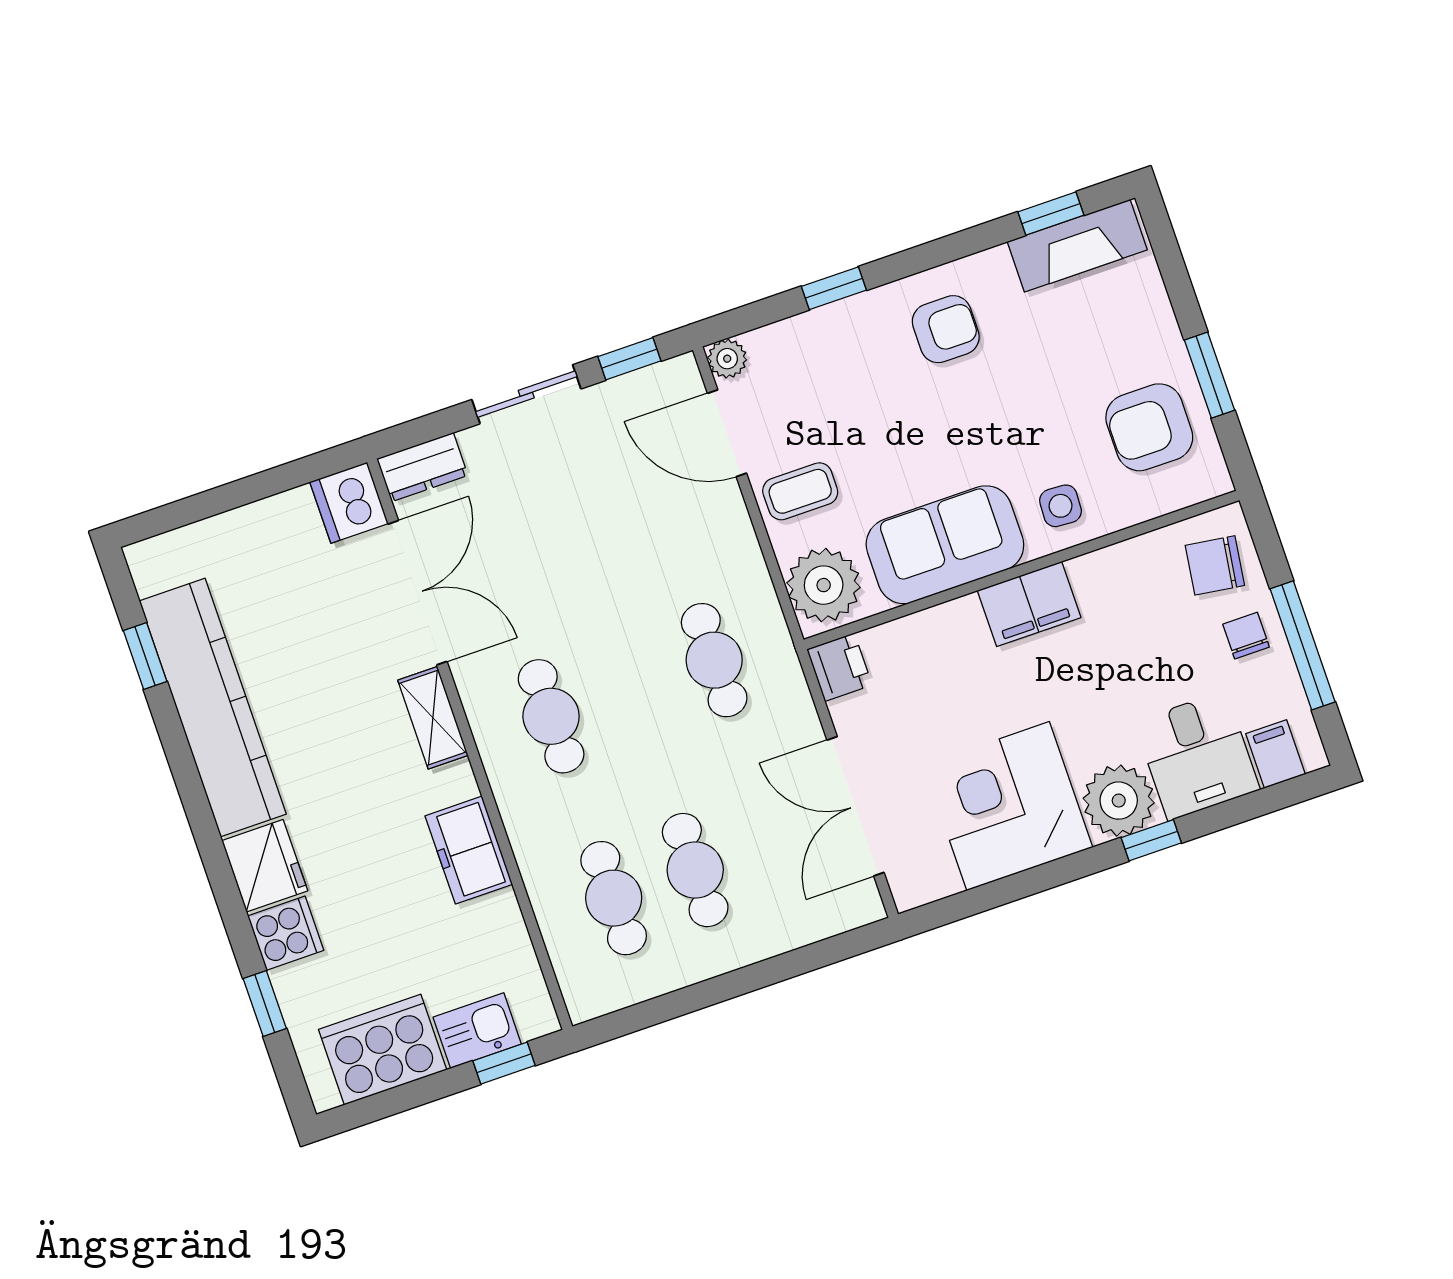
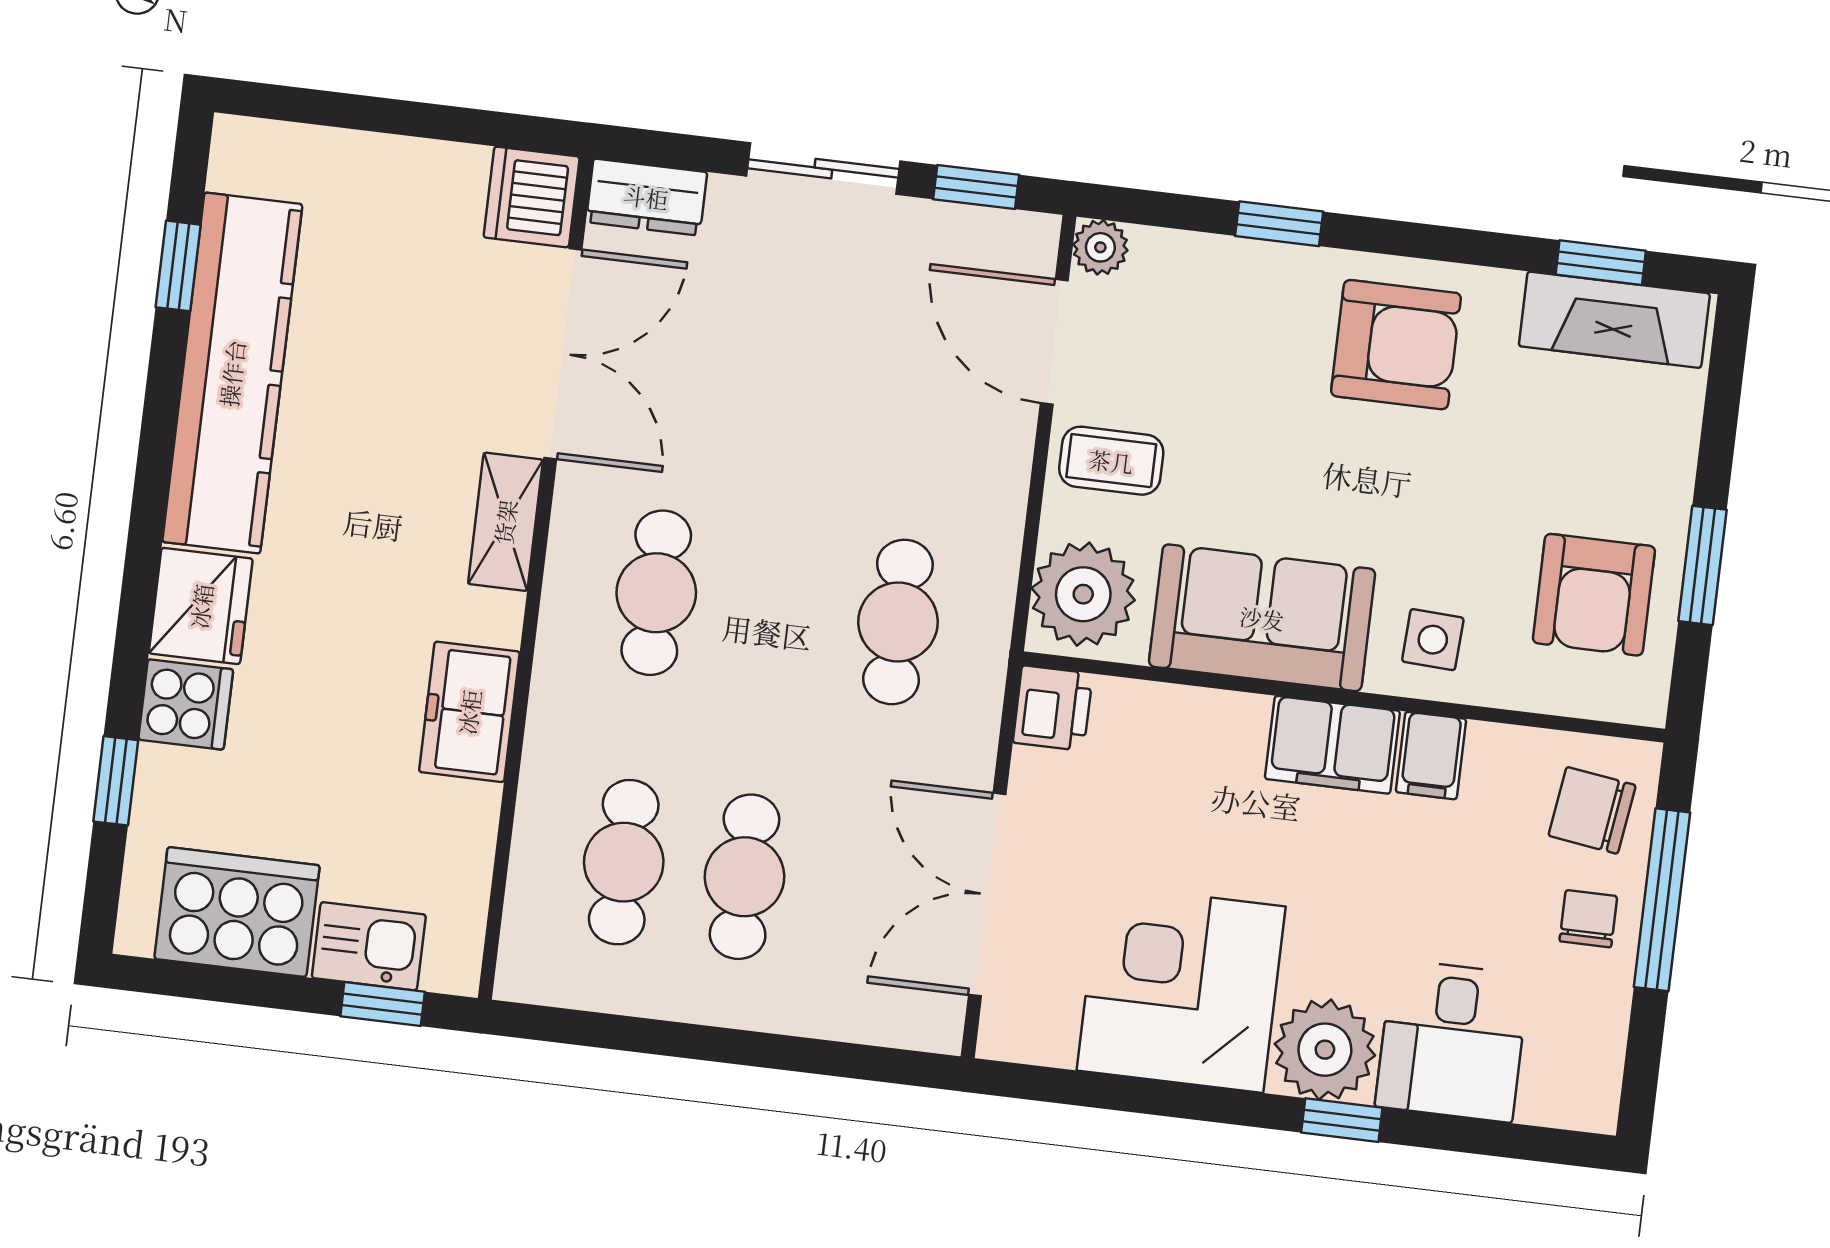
armchair: (946, 329) -> (1396, 345), width x1.38, depth x1.38
armchair: (1149, 427) -> (1594, 595), turned -90
window: (1303, 645) -> (1662, 900), moved
filing cabinet: (1275, 754) -> (1431, 756), moved, turned 180

